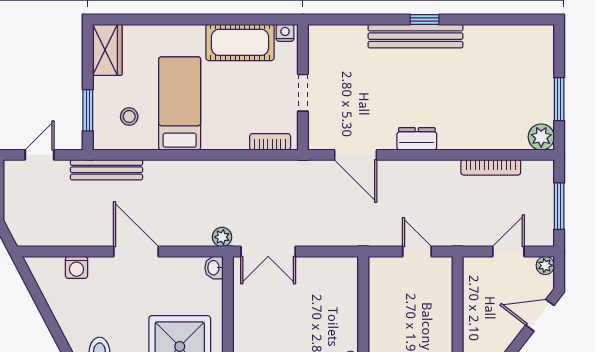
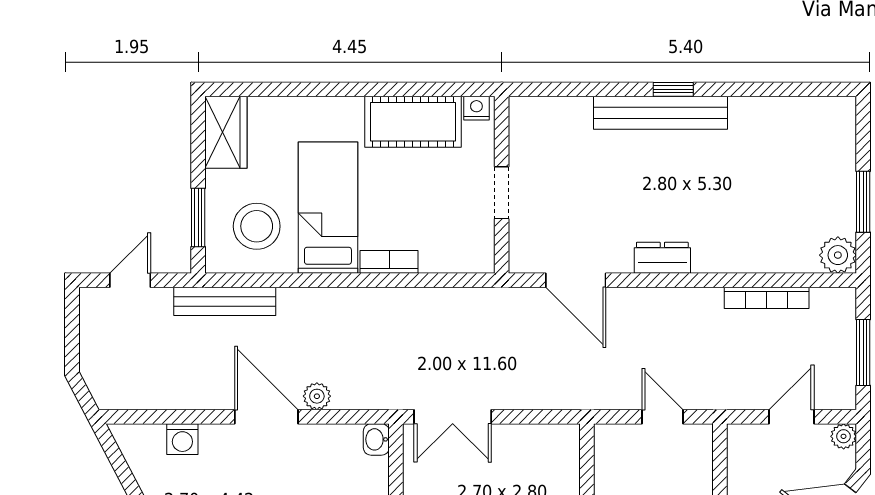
stool: (129, 117) -> (257, 226), width x1.89, depth x1.89
bookcase: (270, 142) -> (389, 262), moved
plant: (222, 237) -> (317, 396), moved

